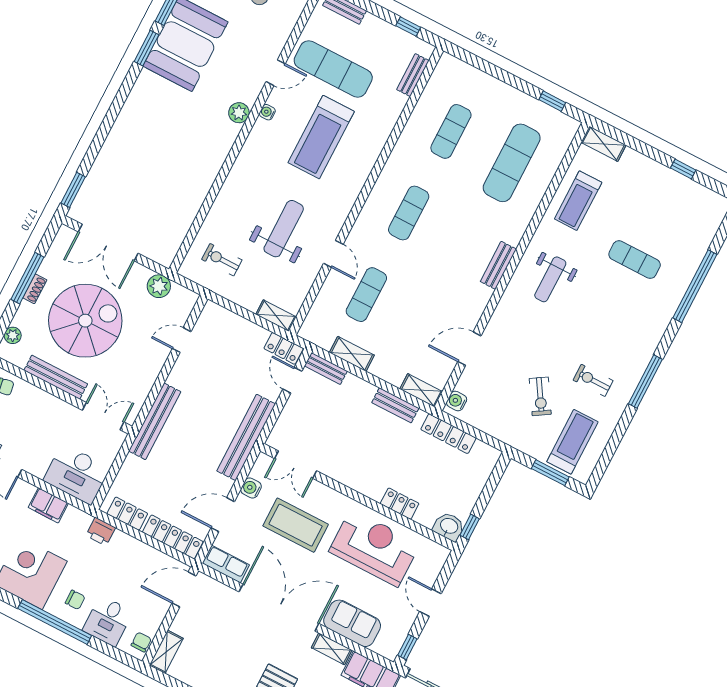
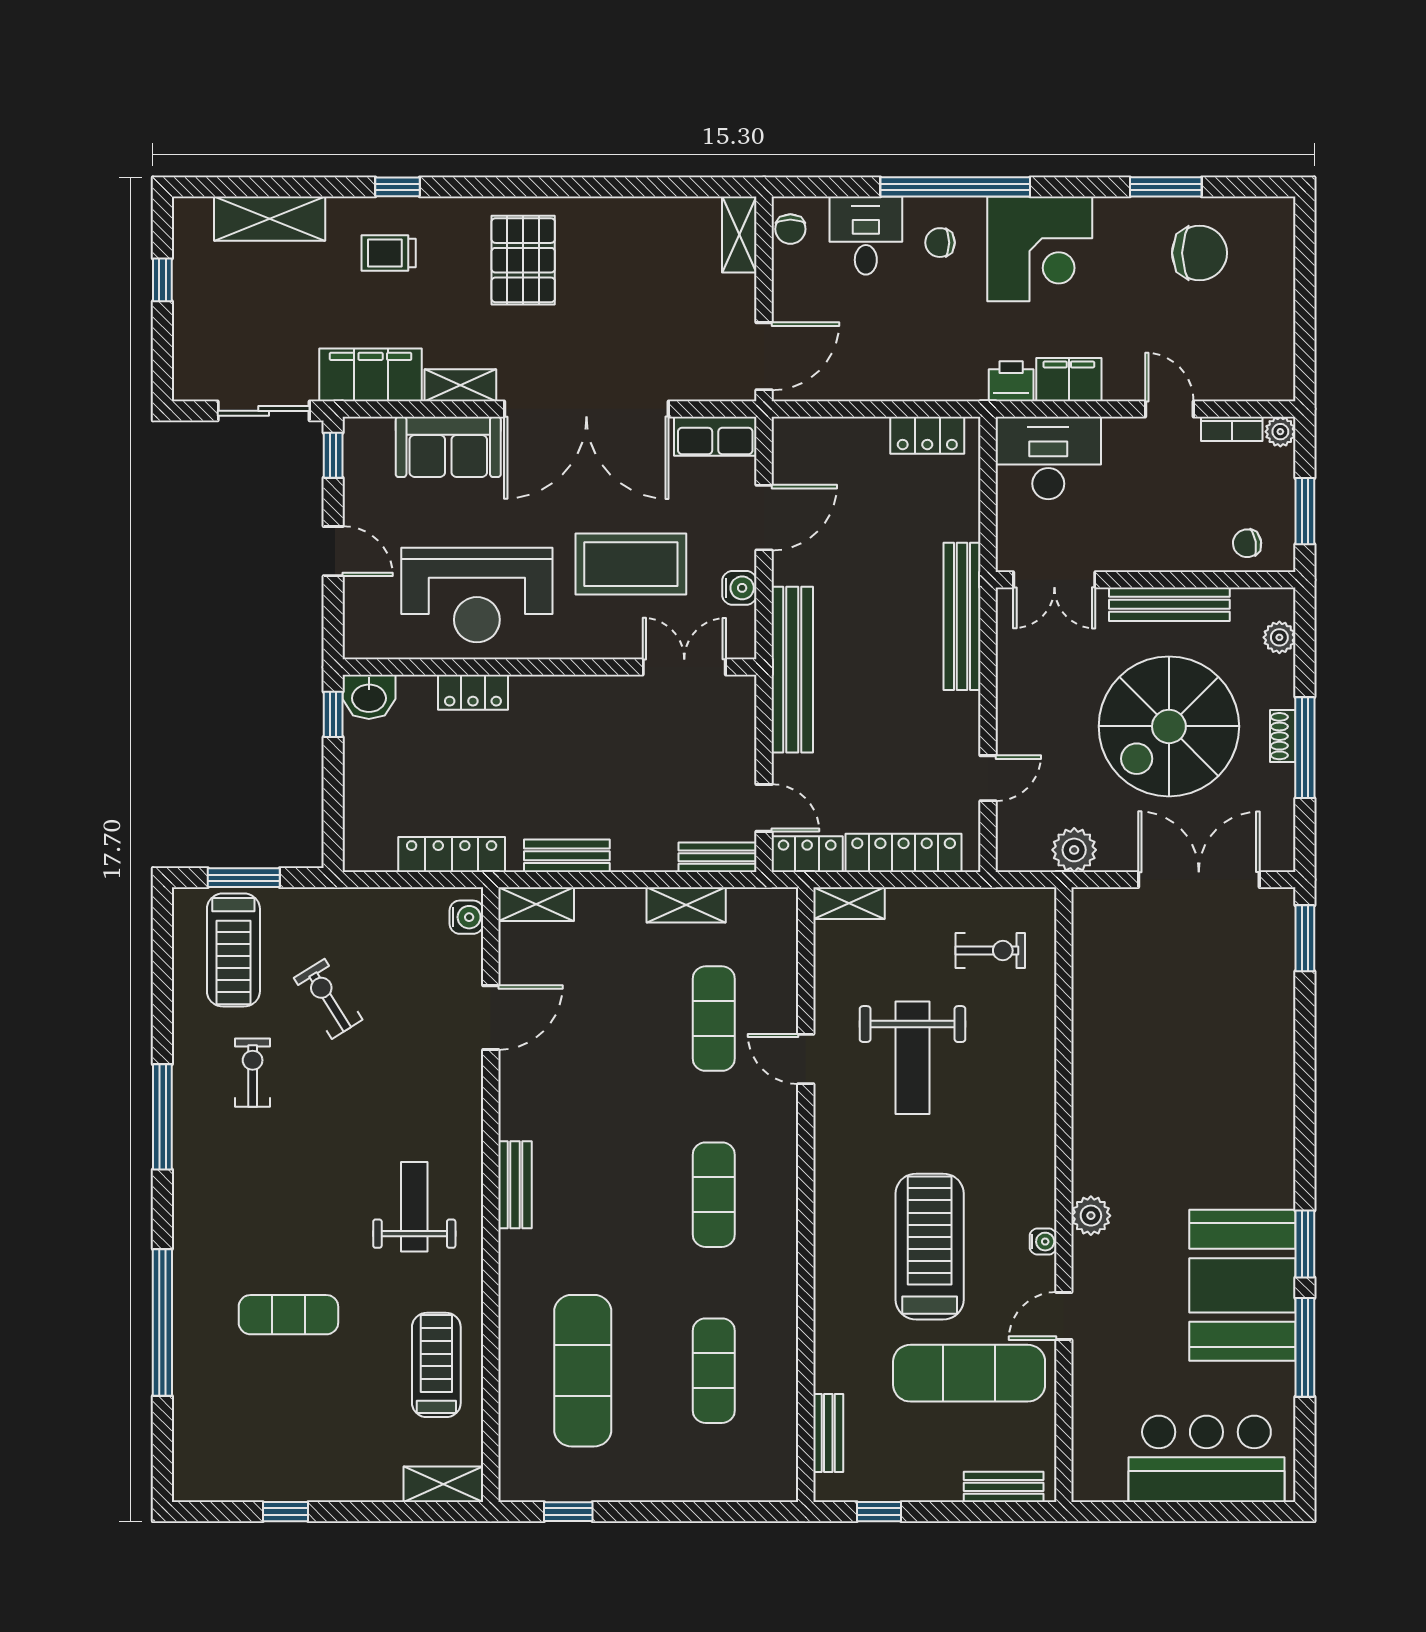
exercise bike: (593, 380) -> (253, 1073), turned -90
printer: (101, 532) -> (1011, 381), moved
locker: (173, 537) -> (904, 853), moved, turned 180

